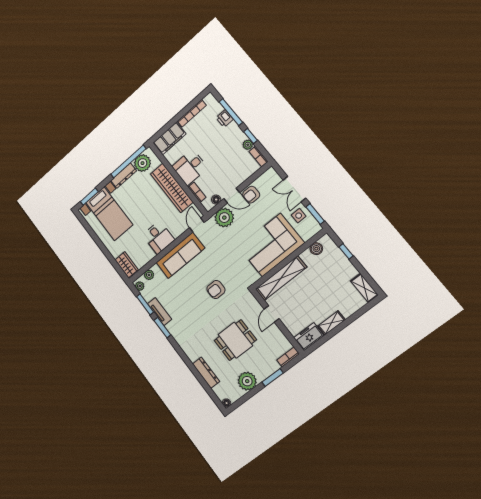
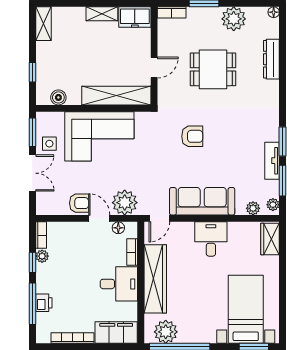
dresser: (124, 176) -> (197, 336), removed

